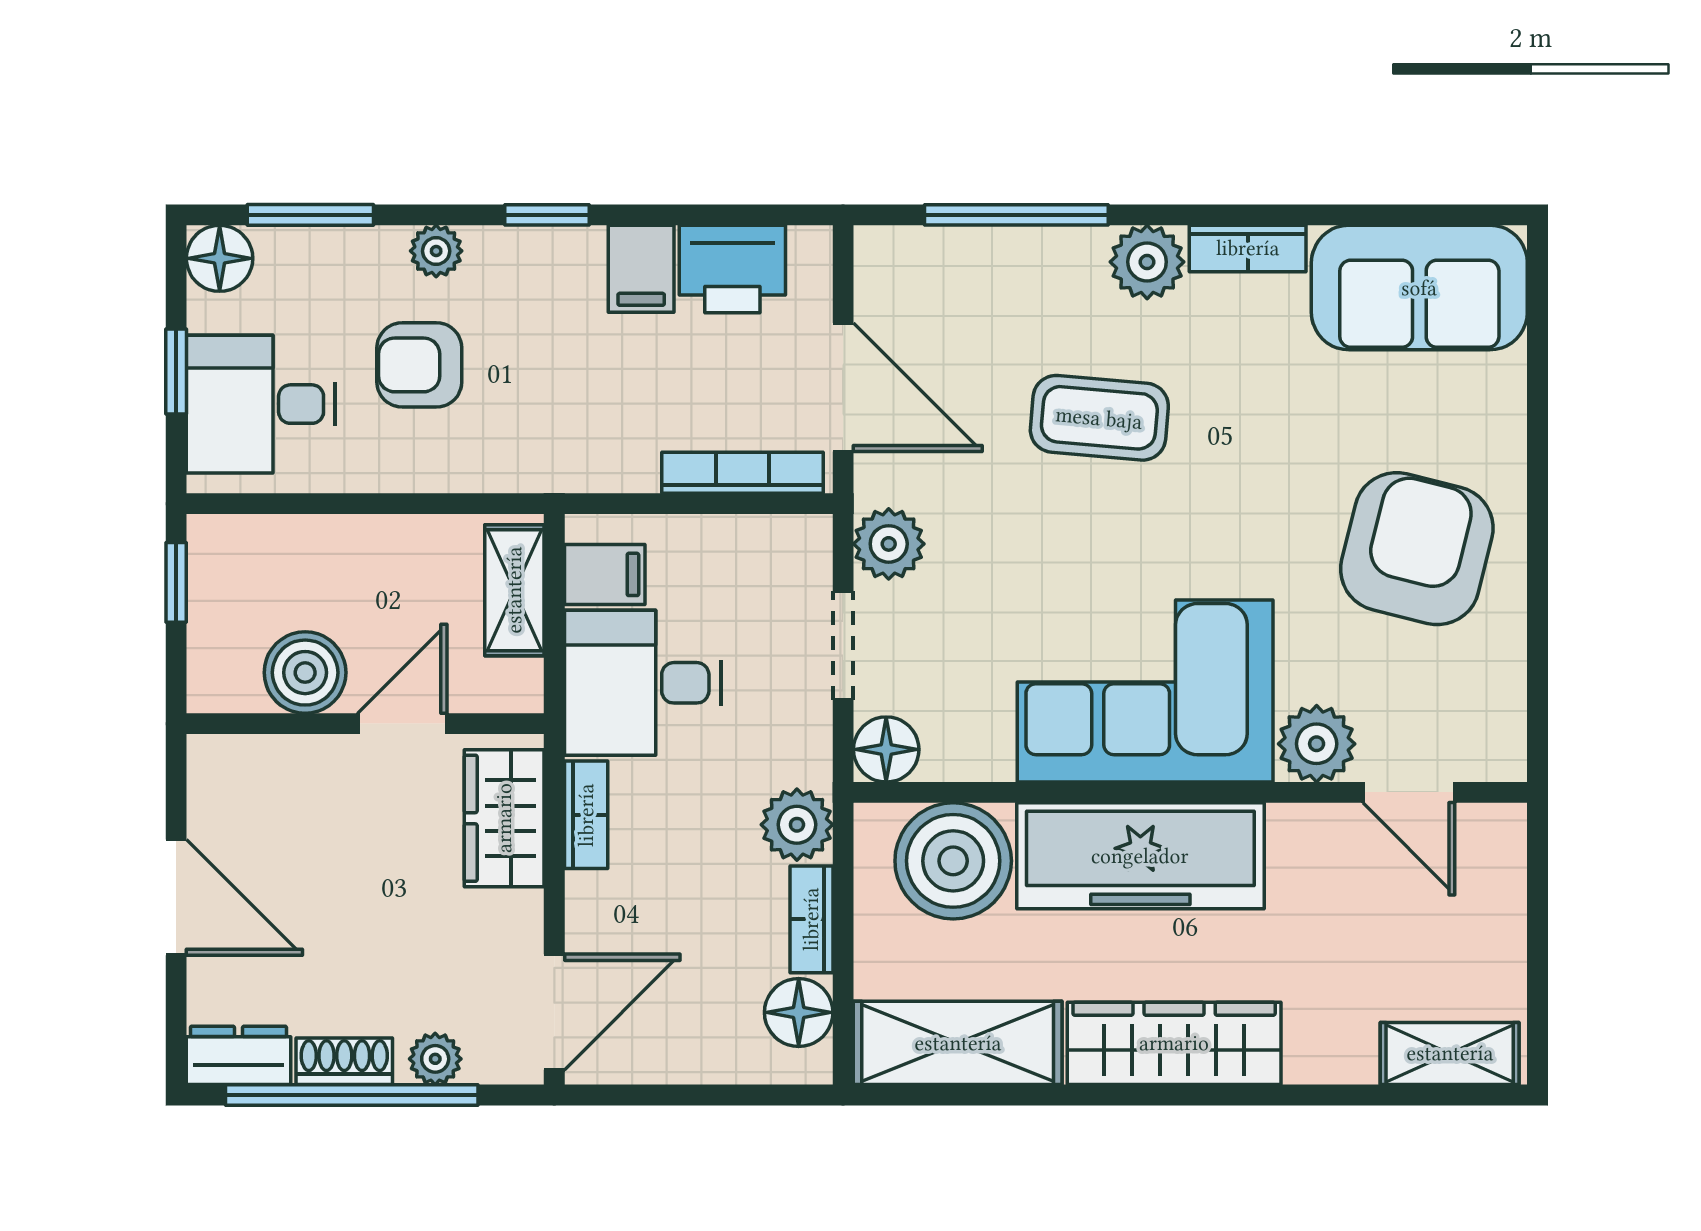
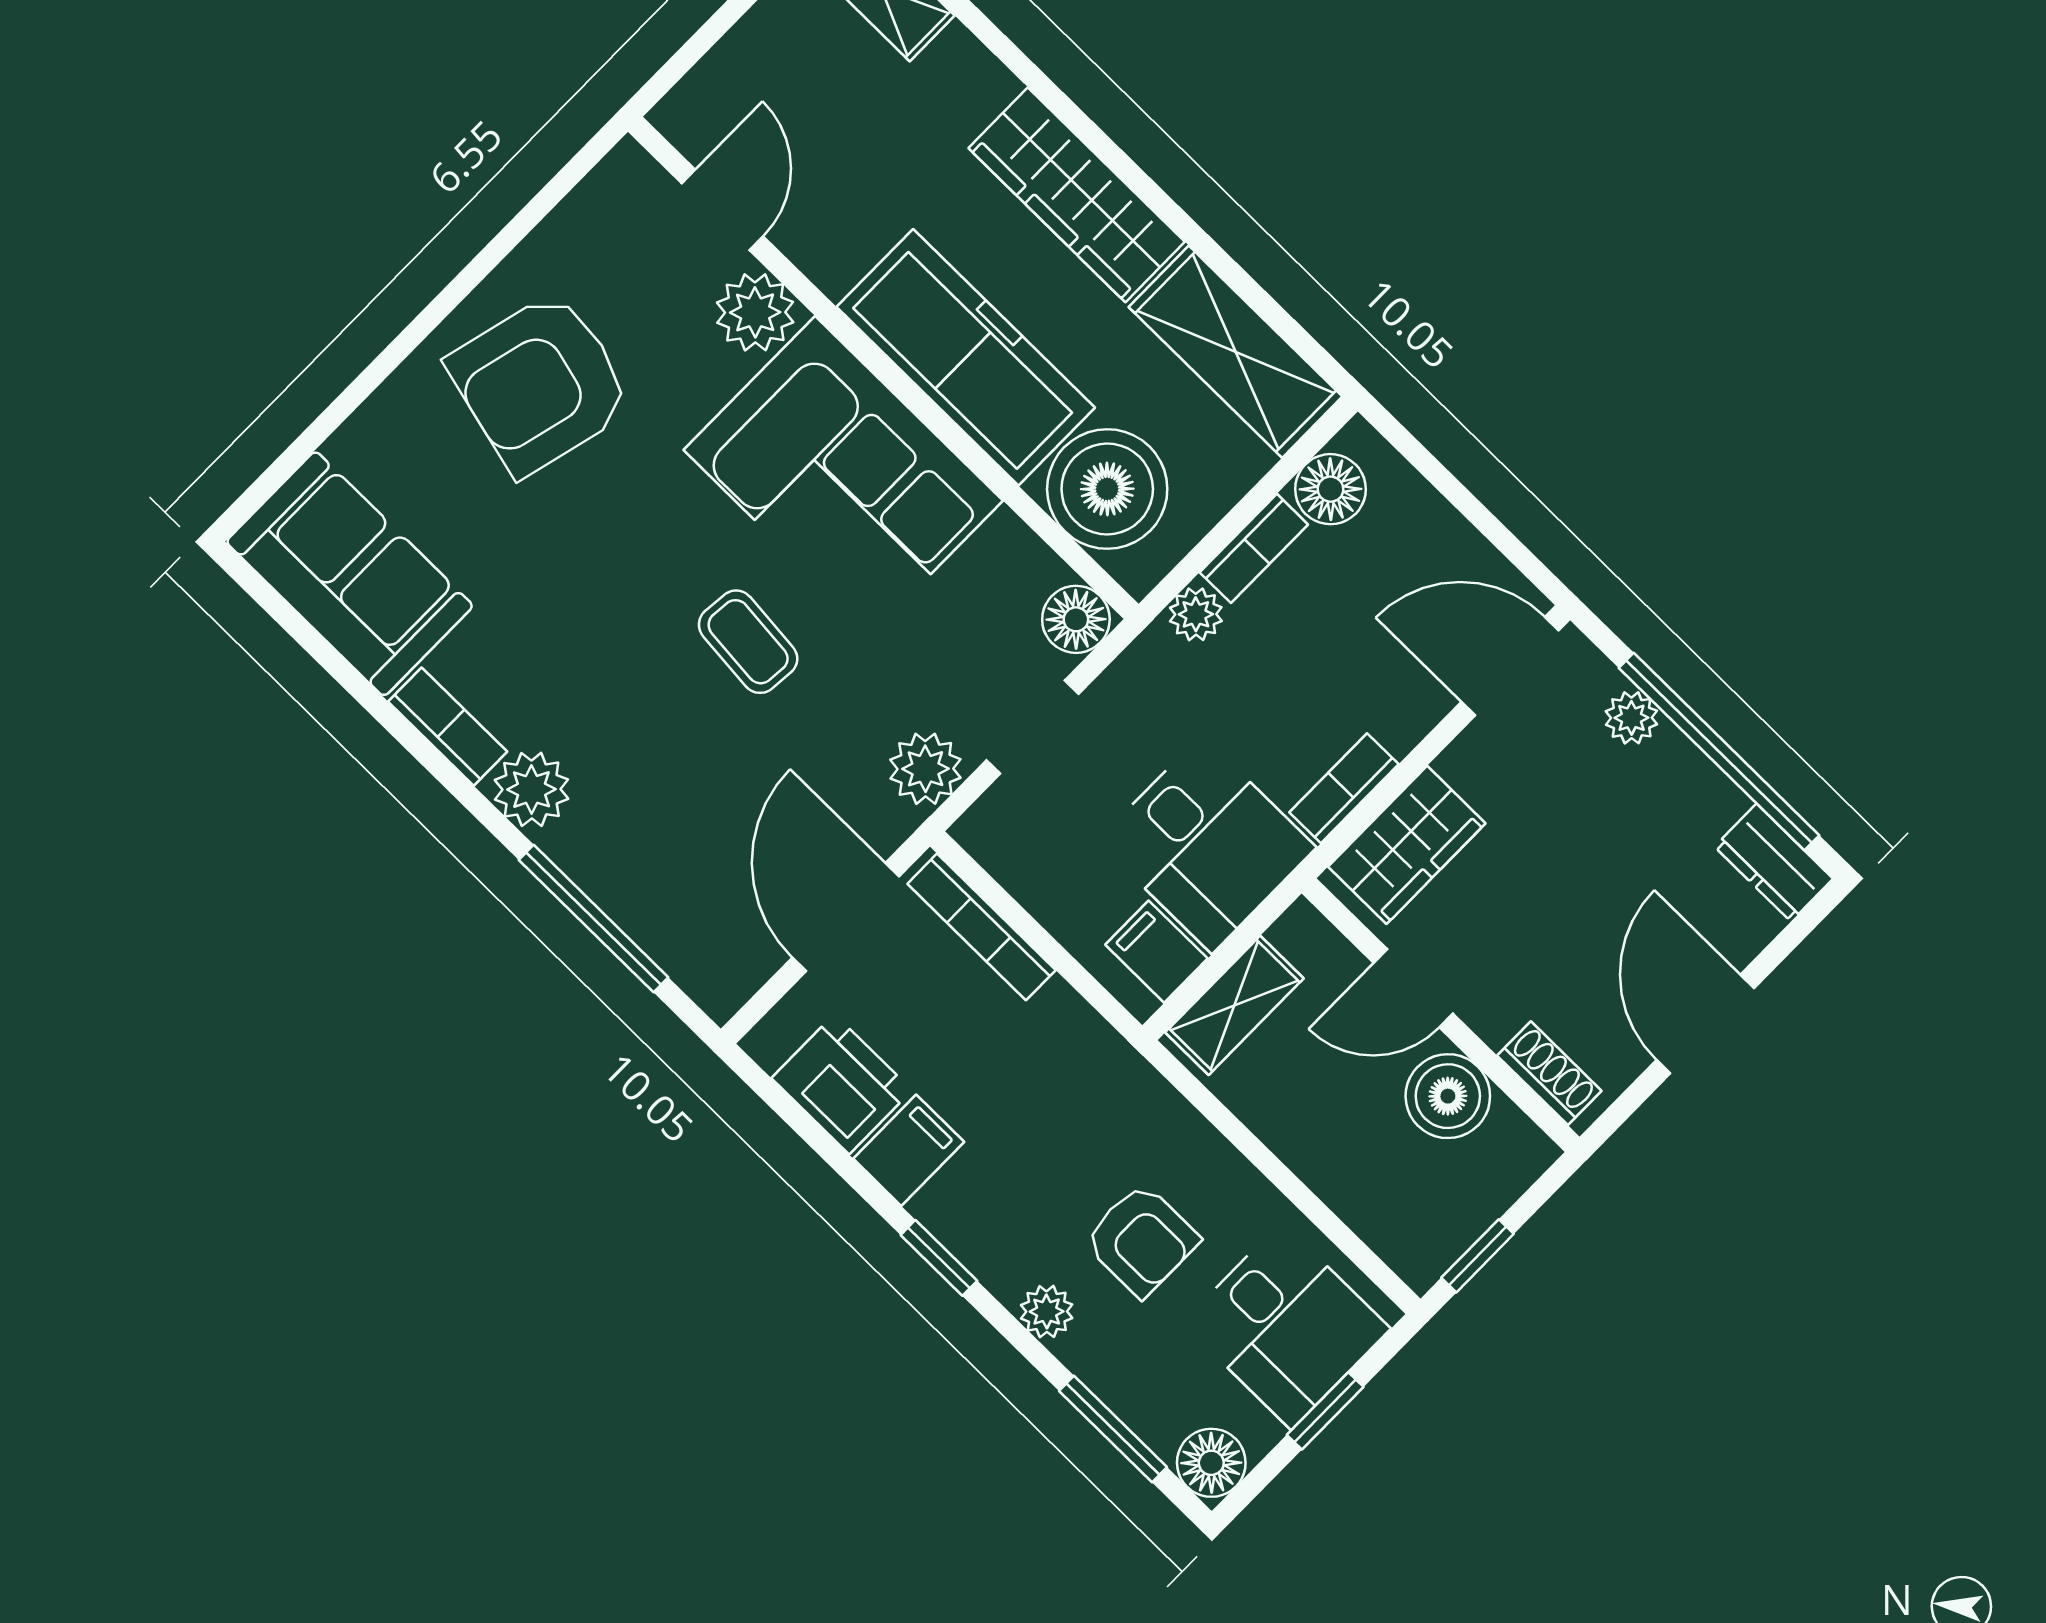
coffee table: (1099, 418) -> (748, 642), moved, width x0.73, depth x0.77
plant: (797, 825) -> (1196, 614), width x0.73, depth x0.73
shoe rack: (344, 1061) -> (1549, 1073), moved, turned 180

